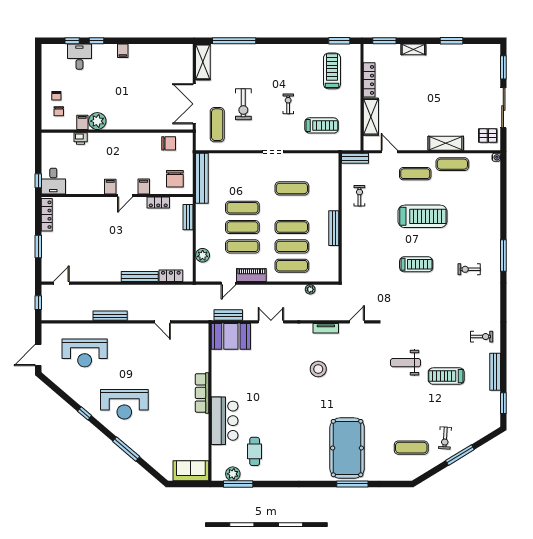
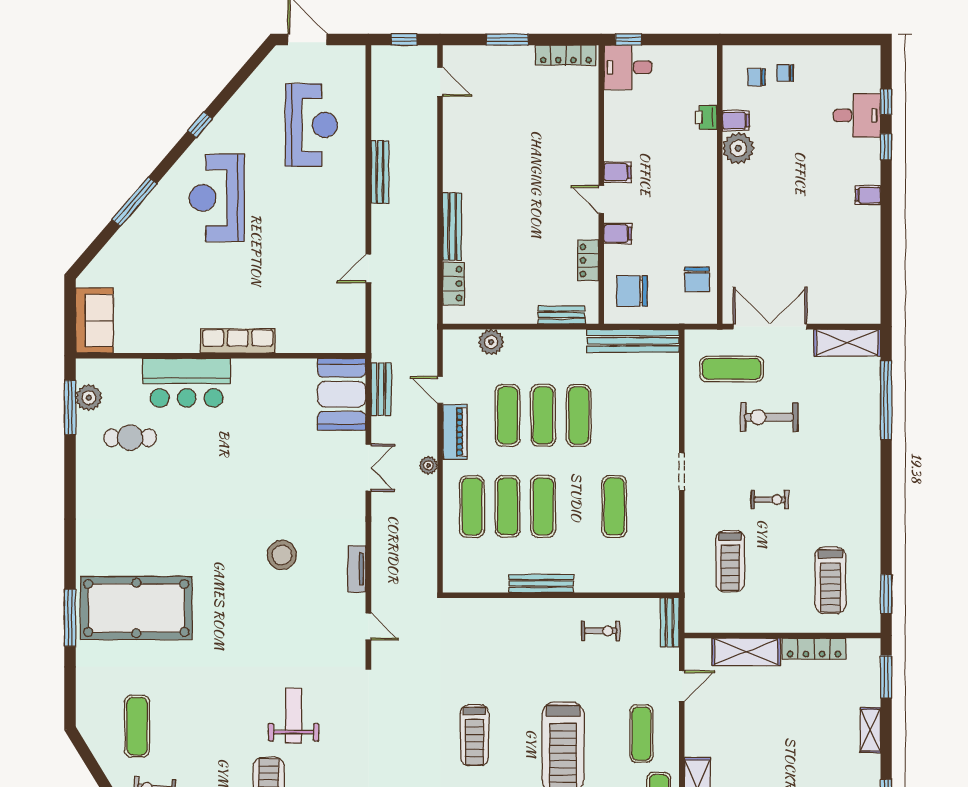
treadmill: (332, 71) -> (830, 580), turned 90
plant: (310, 289) -> (428, 465), moved
reception desk: (85, 353) -> (311, 125), turned 180

